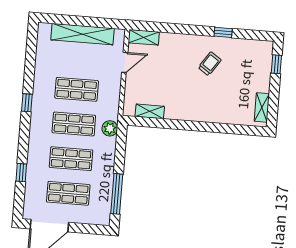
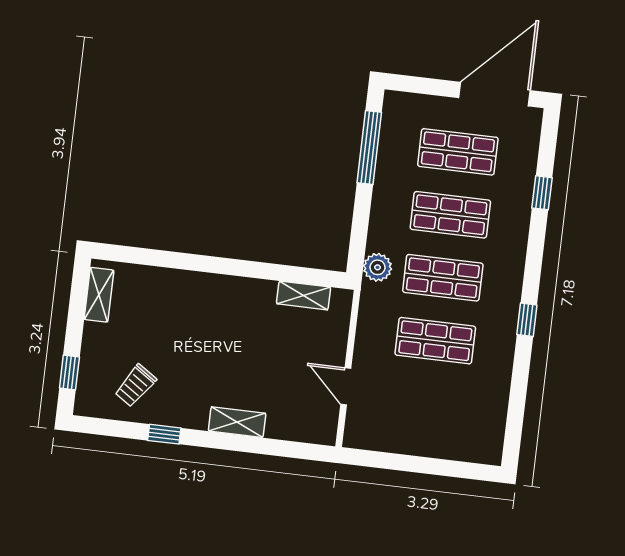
shelving: (83, 34) -> (421, 441), removed
shelving: (144, 37) -> (237, 422), moved
door: (125, 62) -> (346, 386), hinge flipped
trolley: (210, 64) -> (135, 386), moved

